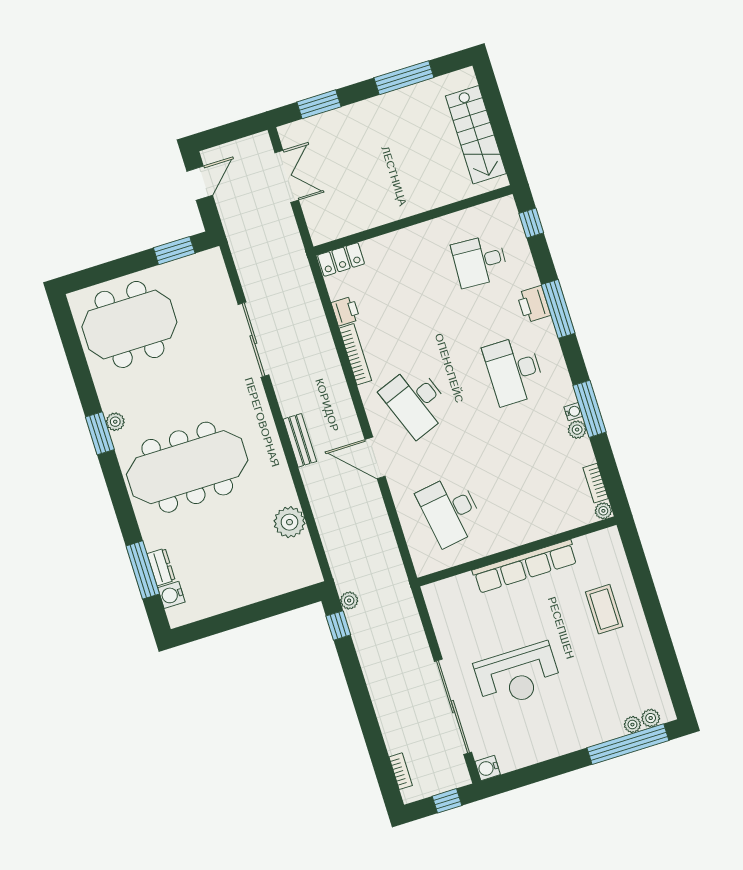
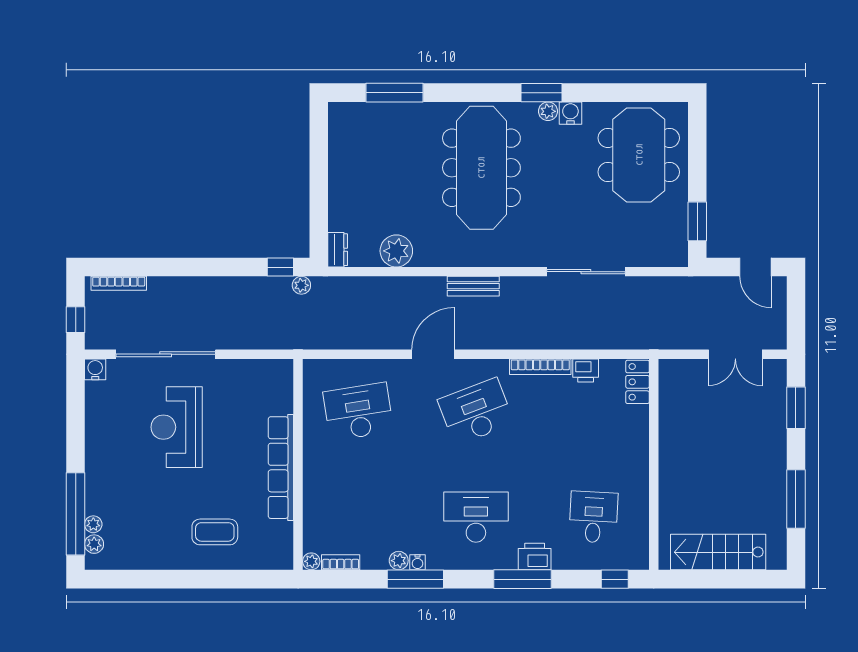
dresser: (161, 567) -> (338, 250), moved, turned -90
water cooler: (171, 595) -> (570, 113), moved
bookcase: (401, 771) -> (119, 283), width x1.56

